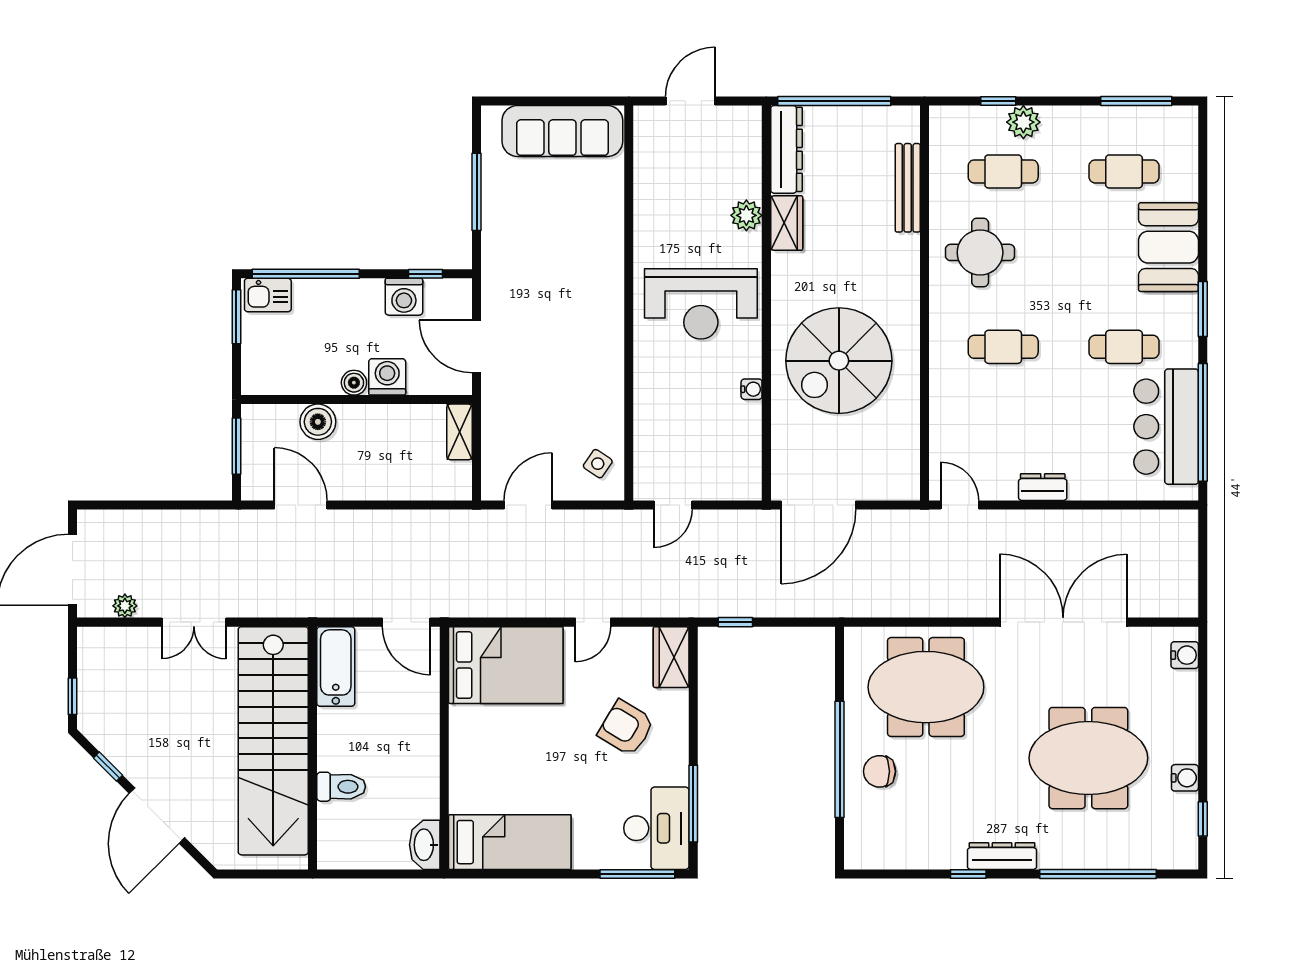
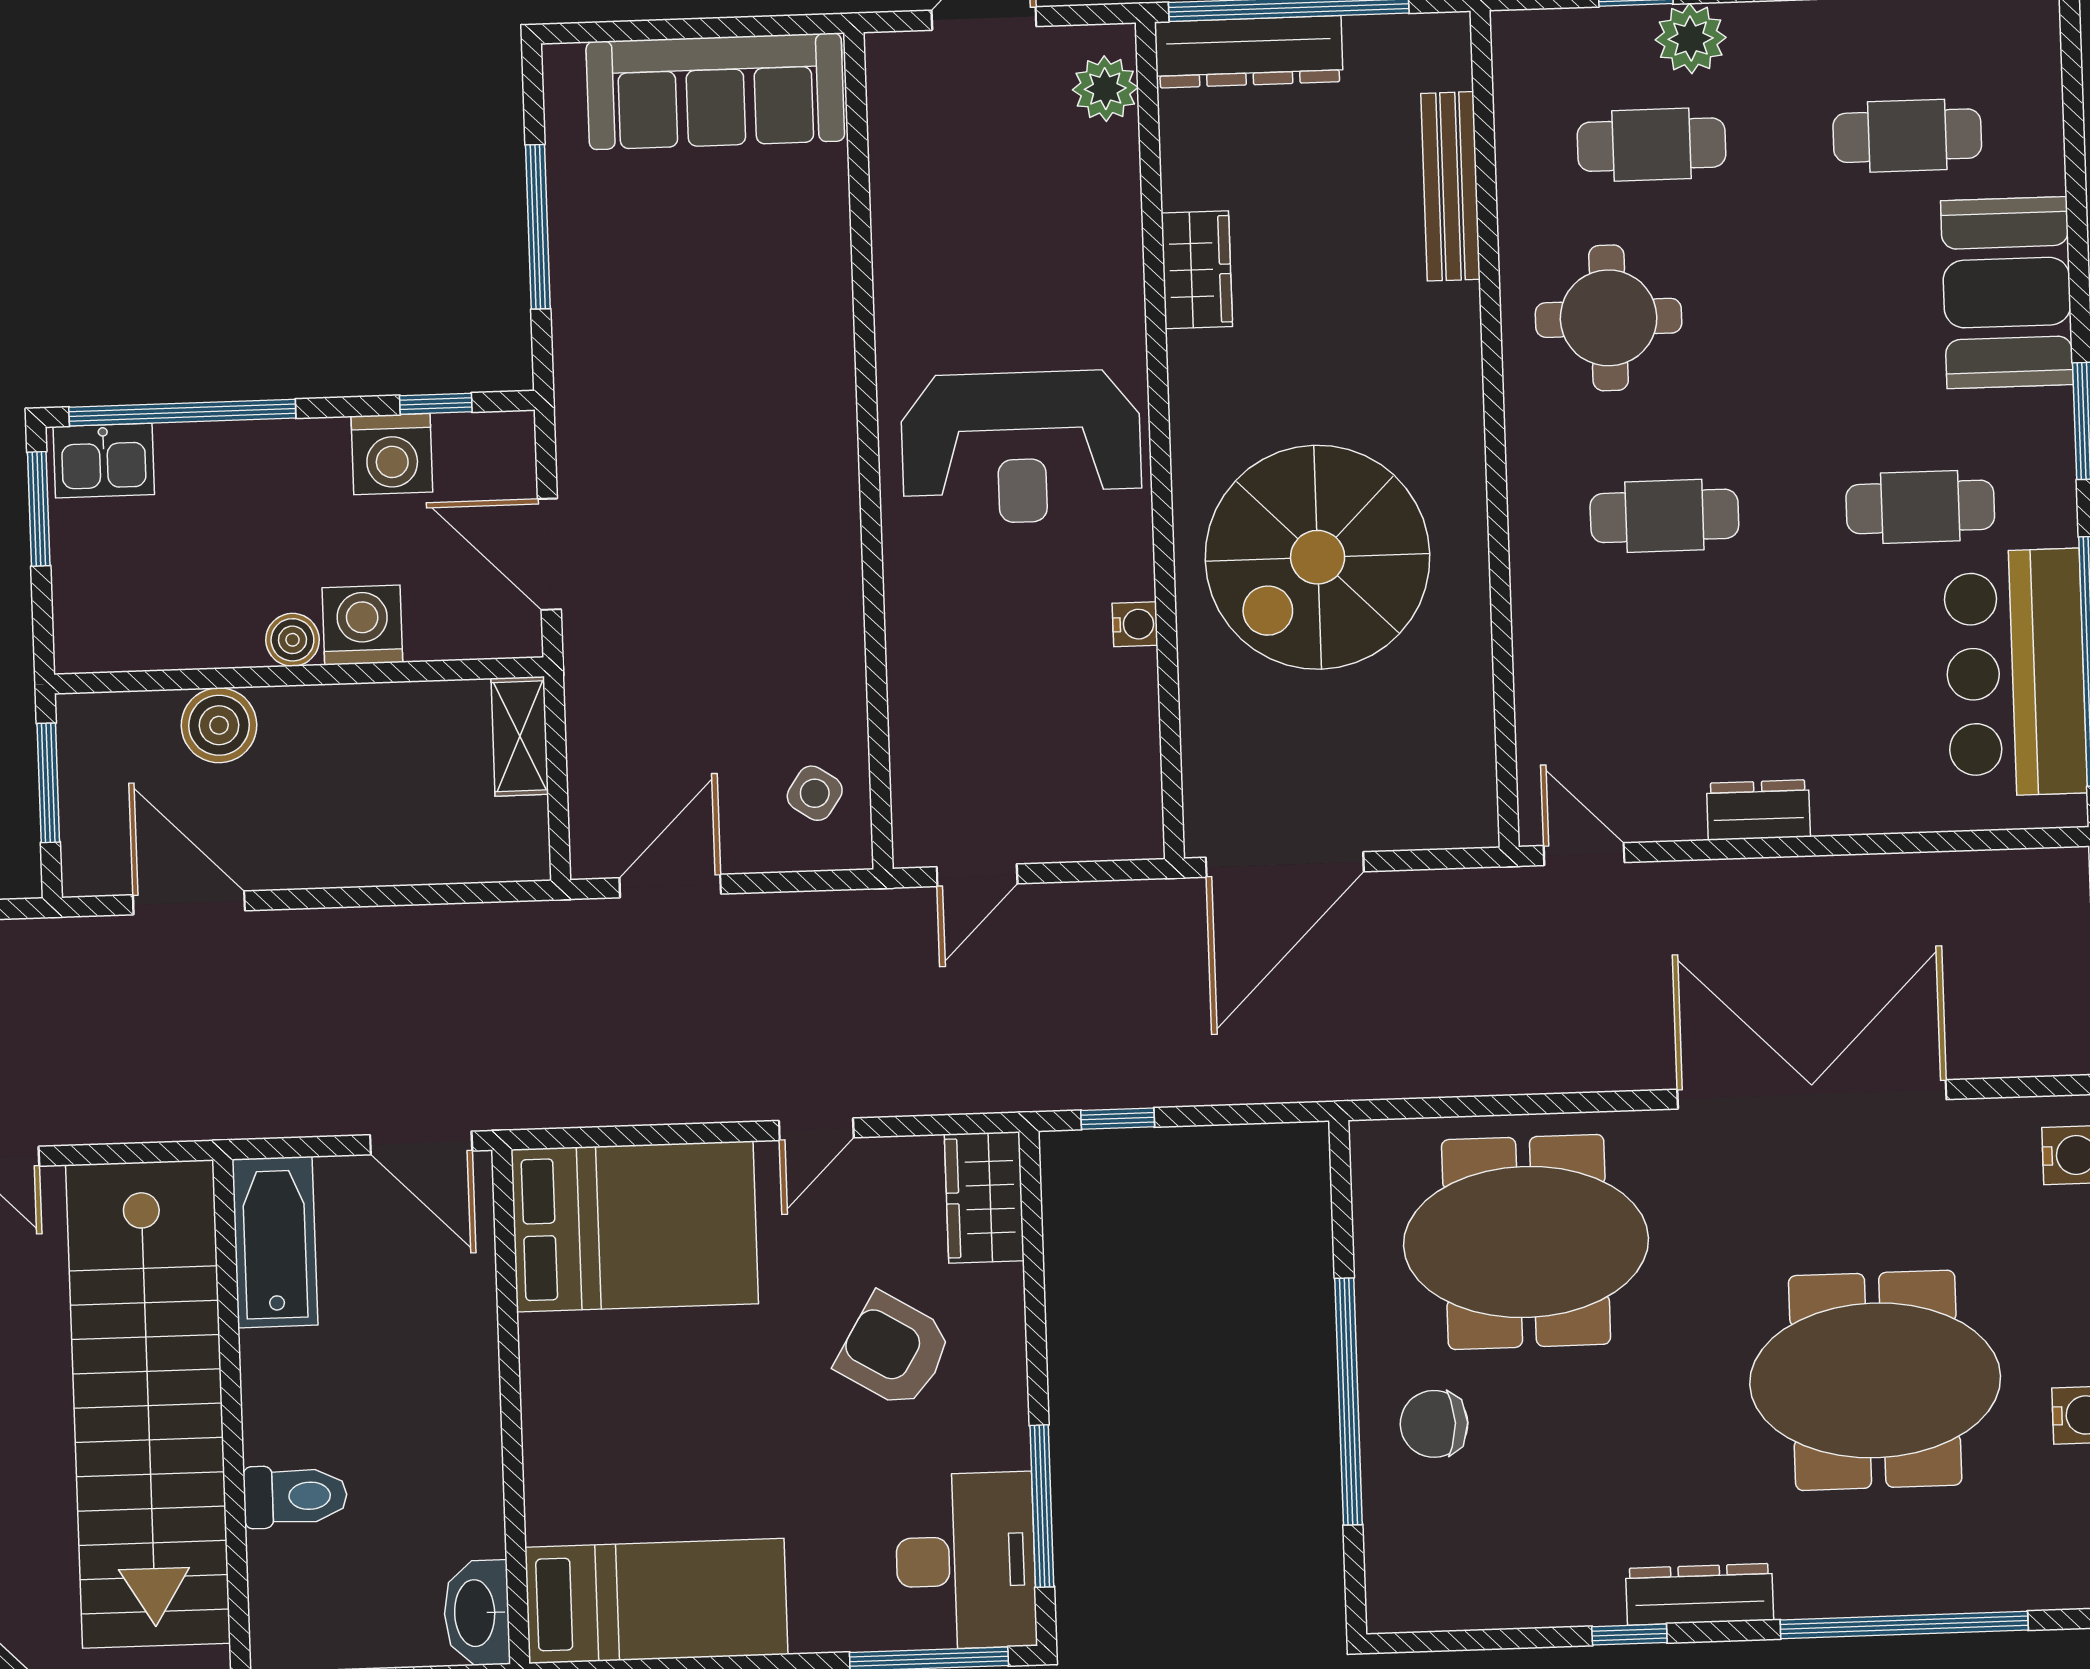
dresser: (786, 149) -> (1249, 52), moved, turned 90
plant: (746, 215) -> (1105, 89), moved

